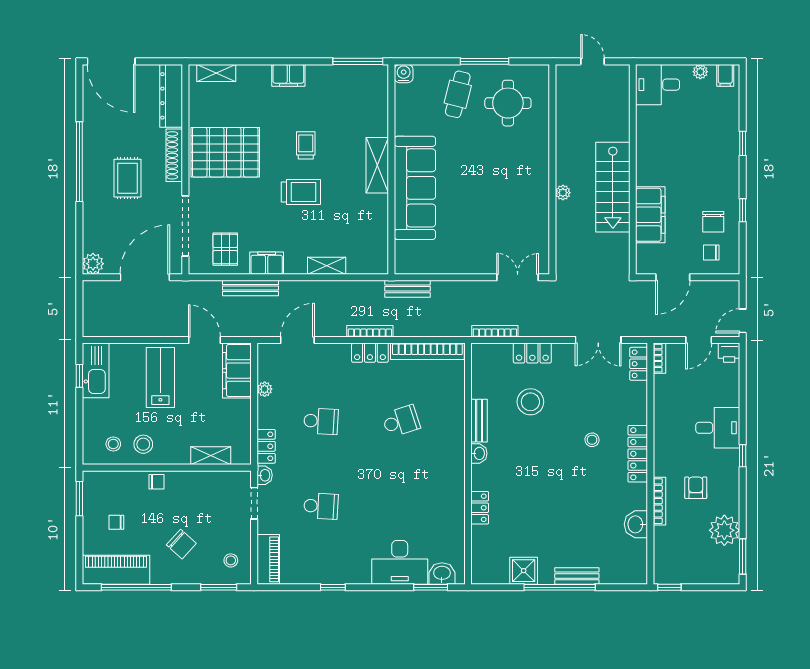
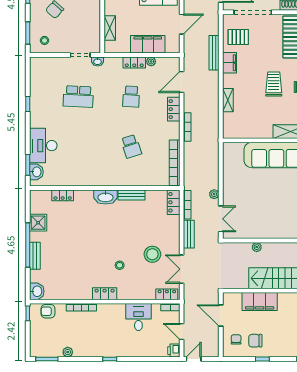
trolley: (301, 192) -> (274, 84), turned 180
plant: (563, 193) -> (257, 247), moved
plant: (478, 288) -> (214, 194), added
bench: (408, 289) -> (189, 234), moved
door: (743, 321) -> (194, 359), hinge flipped
door: (297, 340) -> (182, 82), swing flipped
locker: (370, 353) -> (174, 109), moved
locker: (532, 353) -> (174, 202), moved
filing cabinet: (237, 371) -> (148, 44), moved
stool: (530, 402) -> (152, 254), moved
desk: (718, 428) -> (138, 317), moved, turned 180
locker: (266, 446) -> (134, 62), moved
washbasin: (479, 453) -> (105, 197), width x1.91, depth x1.45
locker: (638, 454) -> (105, 294), width x0.66
armchair: (696, 488) -> (48, 311), moved, turned 180
school desk: (321, 506) -> (78, 97), width x1.85
locker: (480, 508) -> (63, 195), moved
washbasin: (636, 524) -> (37, 291), moved, turned 90
plant: (724, 530) -> (68, 352), width x0.53, depth x0.53
piano: (268, 559) -> (45, 64), removed

